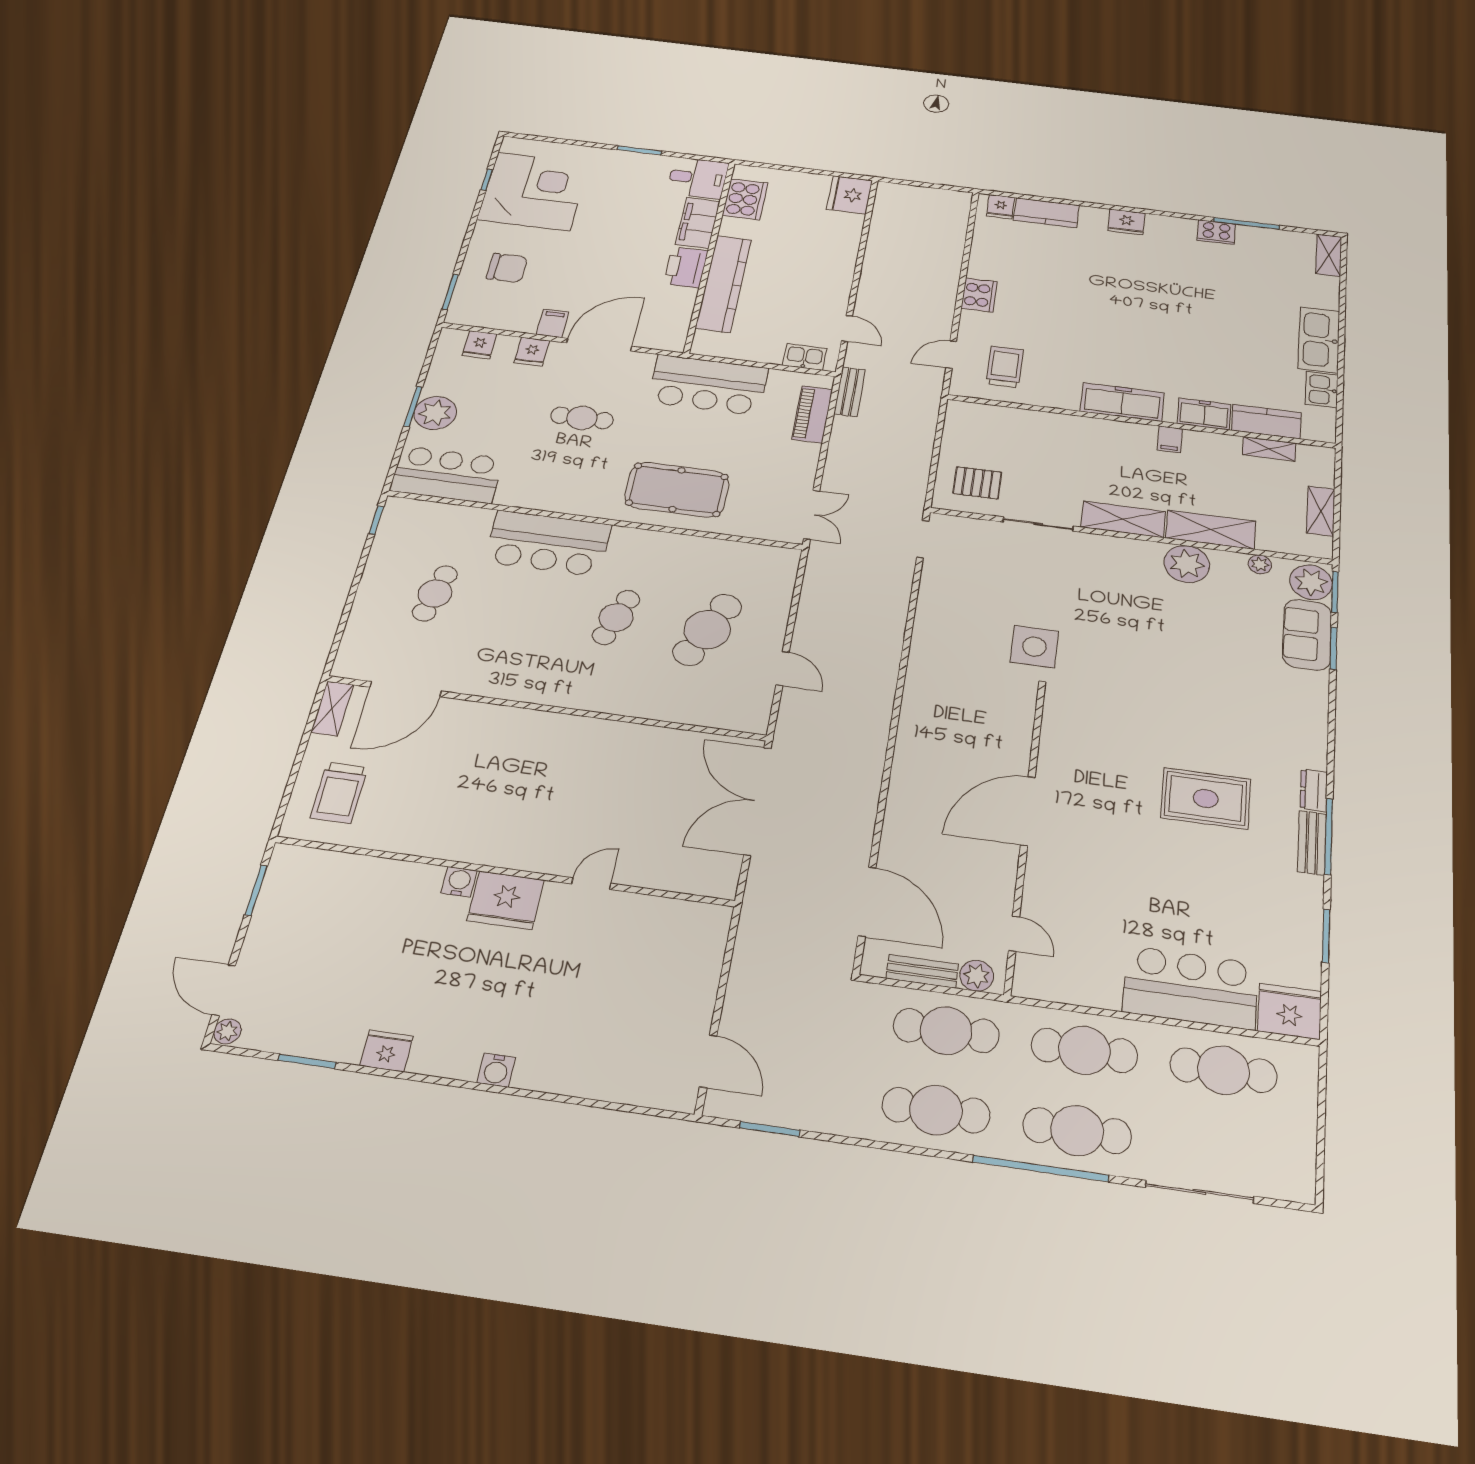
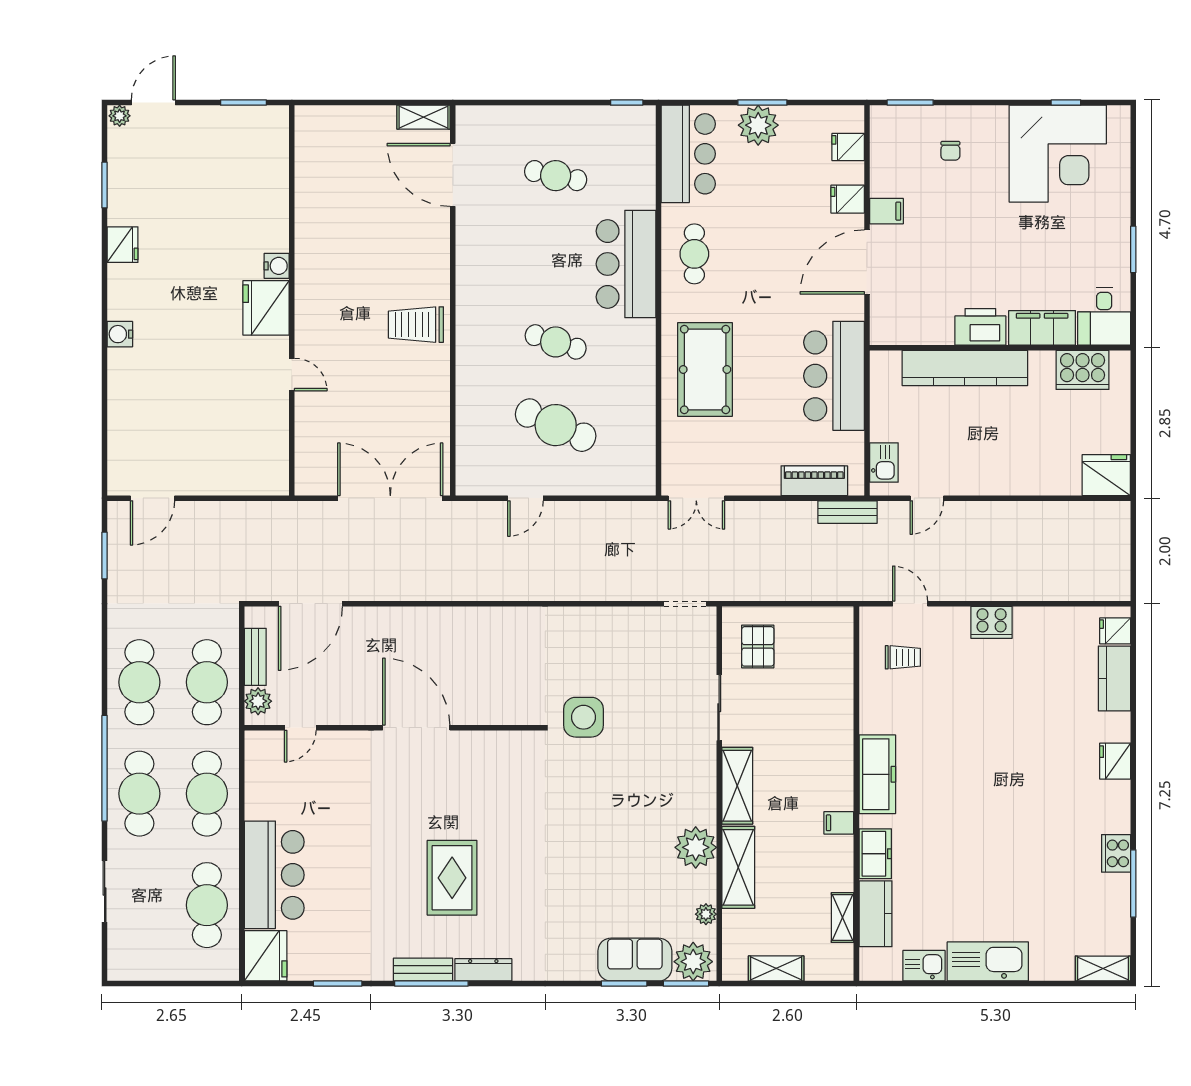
chair: (507, 268) -> (950, 151), width x0.54, depth x0.54
door: (599, 345) -> (867, 262), swing flipped
trolley: (1005, 367) -> (903, 657), width x0.73, depth x0.72
cafe table: (582, 418) -> (694, 254), moved
dresser: (1314, 790) -> (483, 970), width x1.44
trolley: (339, 793) -> (416, 325), moved
sliding door: (1200, 1192) -> (105, 892), width x0.73

